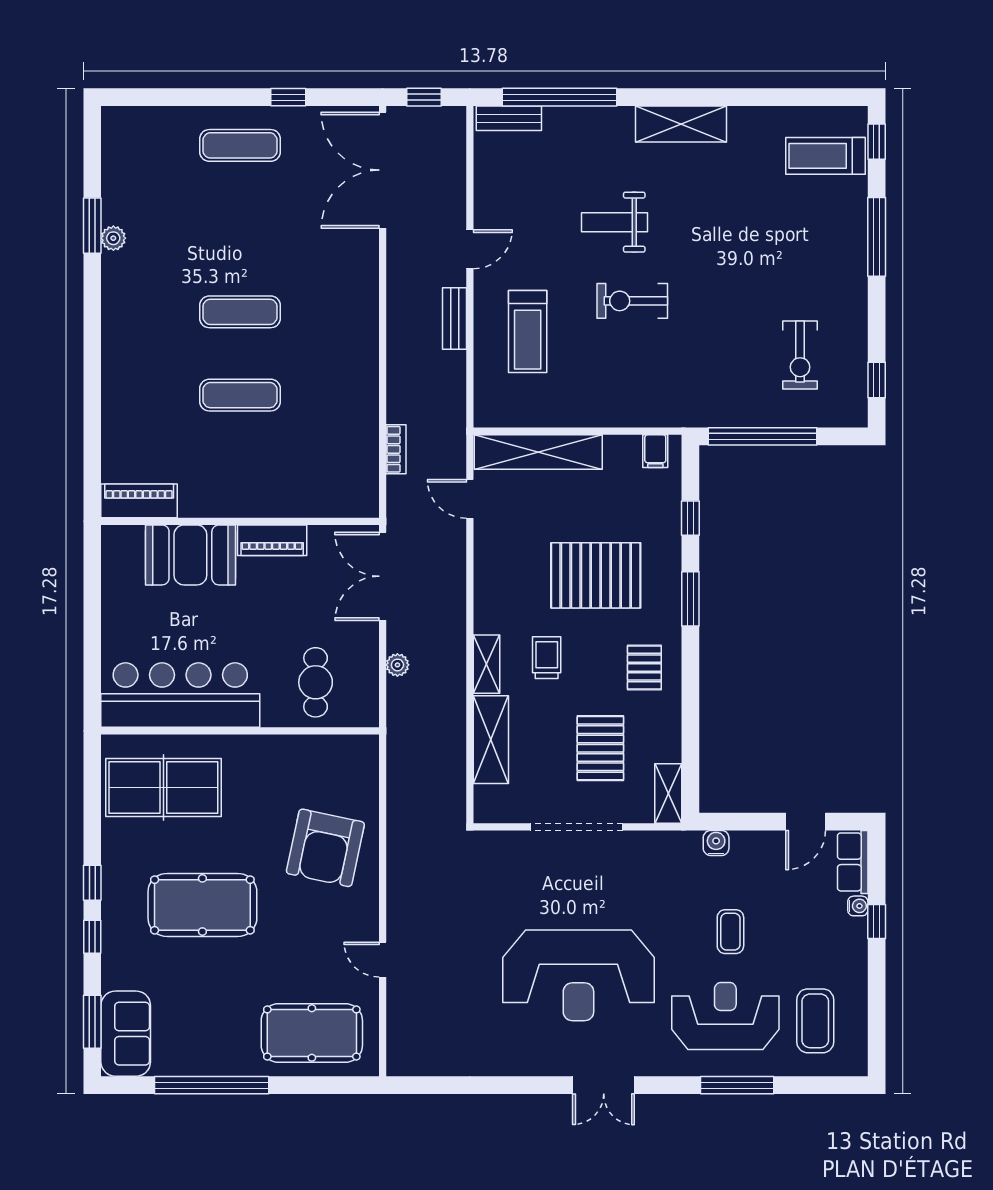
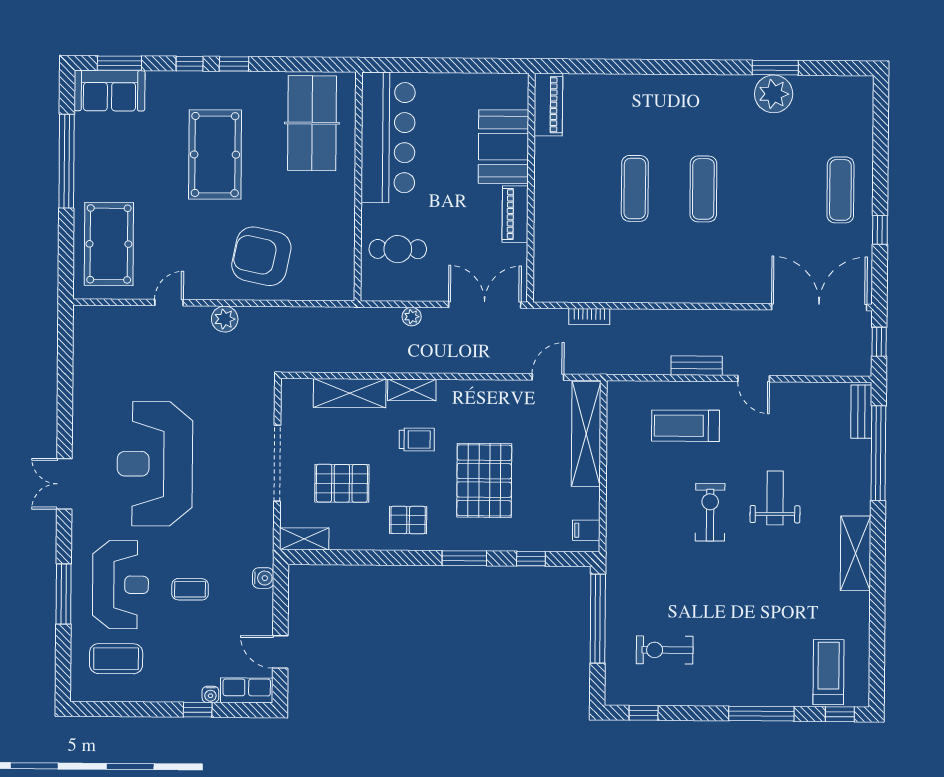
plant: (113, 238) -> (774, 94), width x1.87, depth x1.87
plant: (402, 892) -> (225, 319), added

